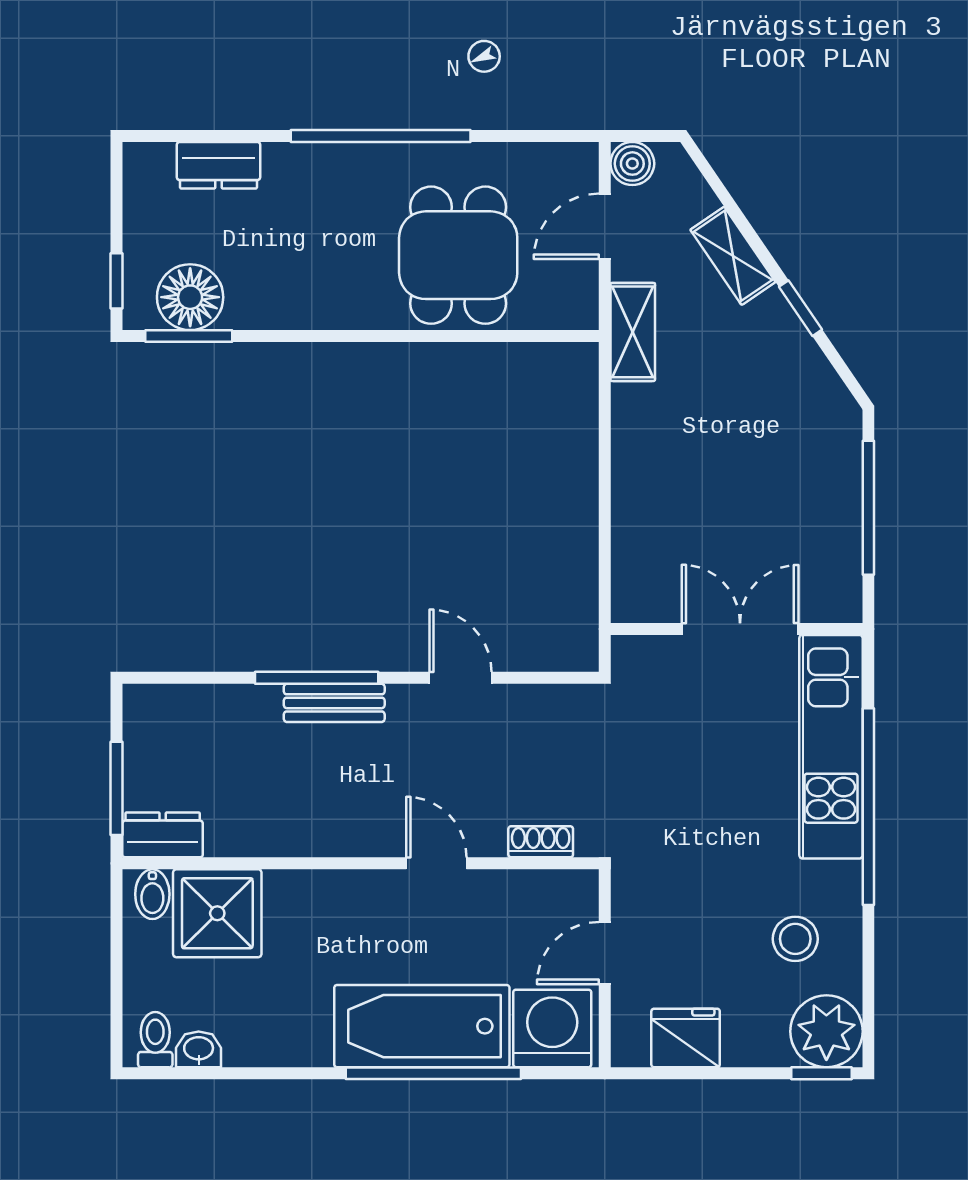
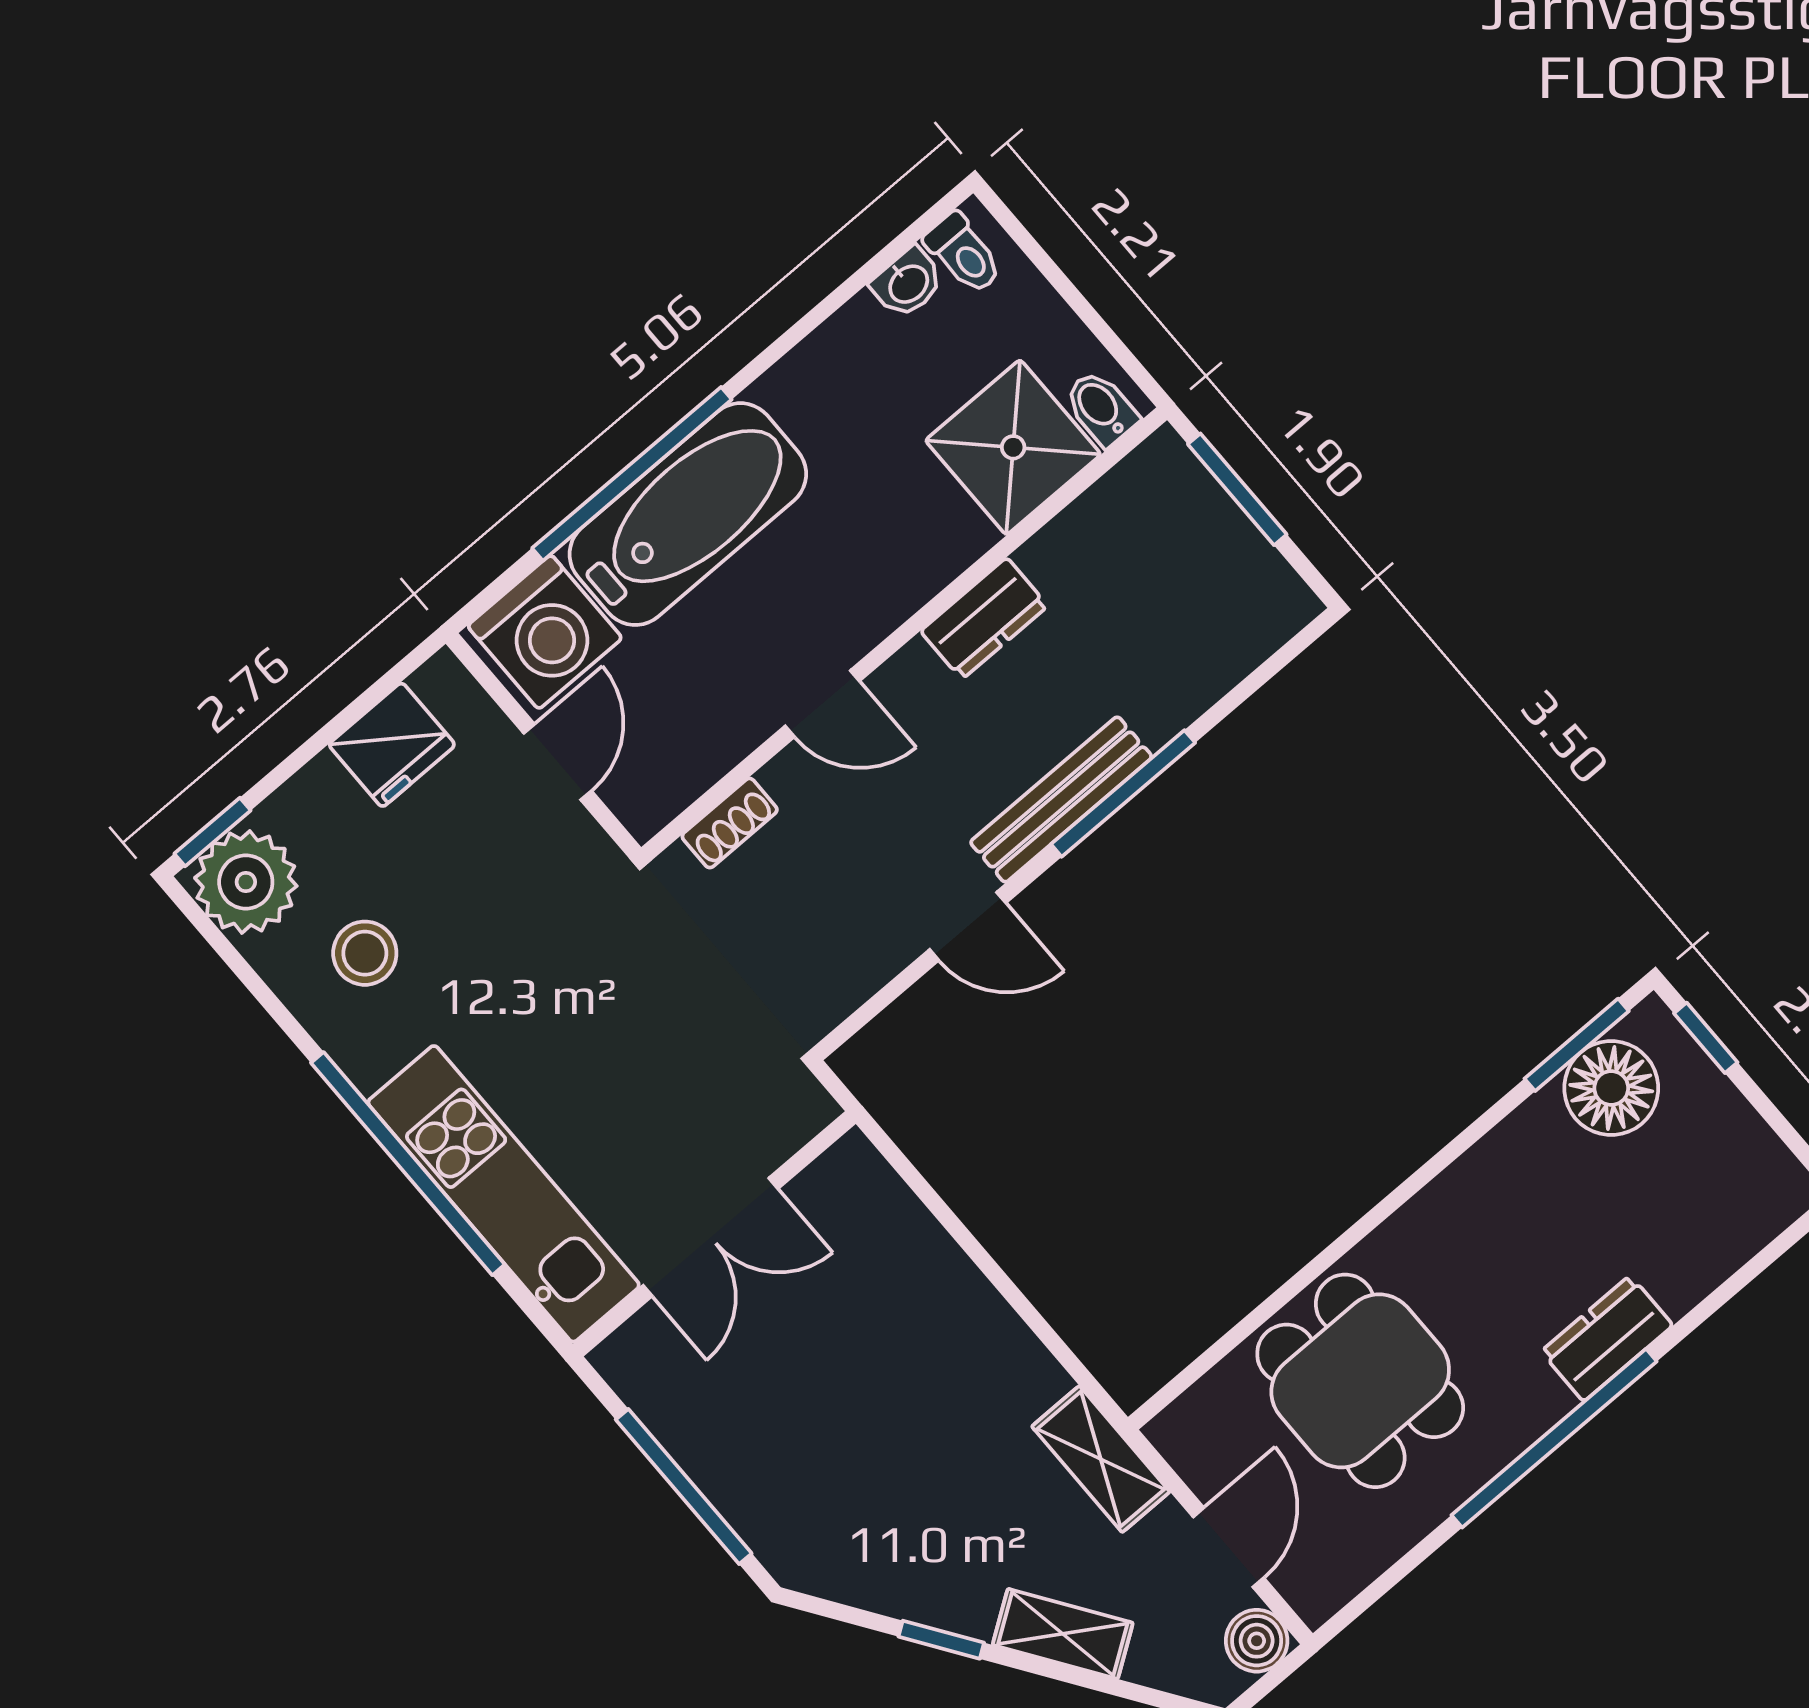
dresser: (218, 165) -> (1607, 1338), moved
bench: (334, 703) -> (1061, 799), width x1.36
dresser: (163, 835) -> (984, 618), moved

